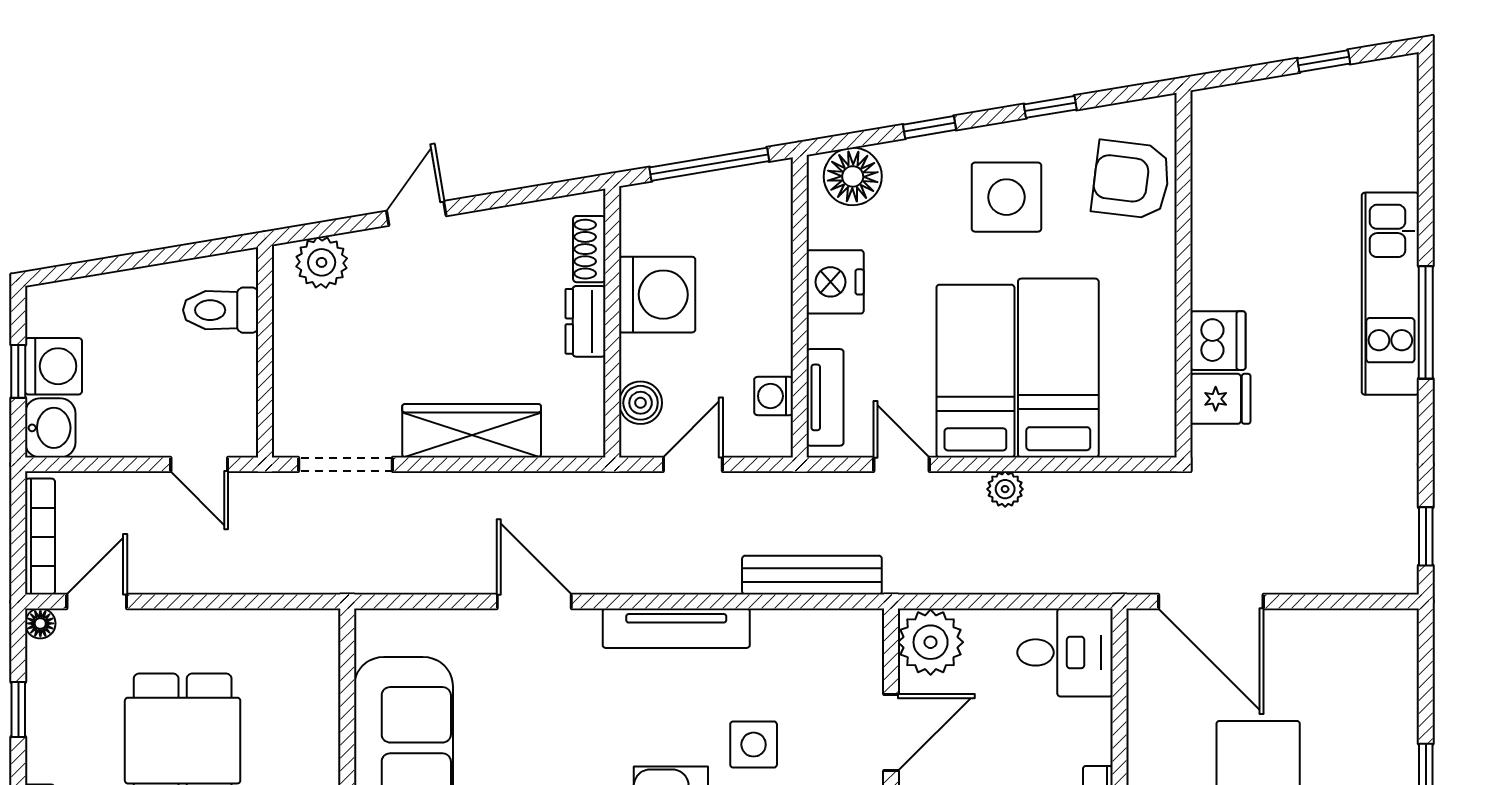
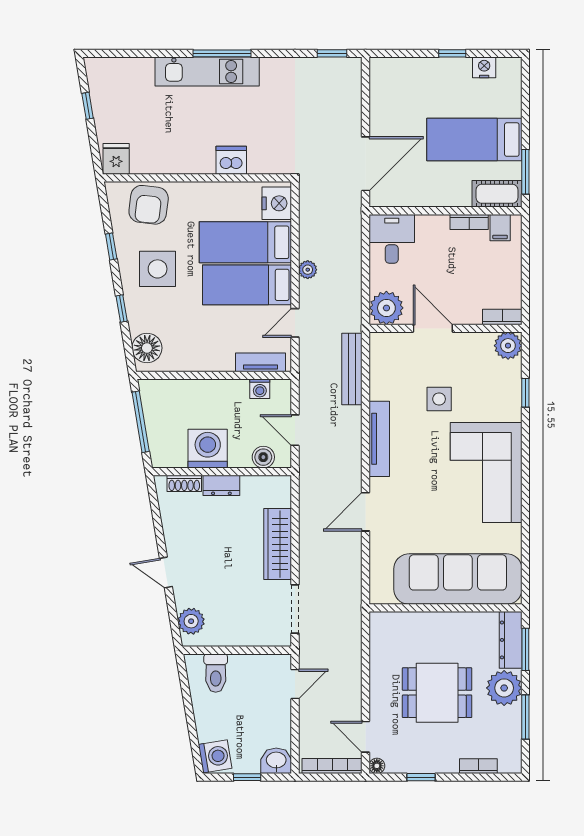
nightstand: (835, 282) -> (277, 203), moved, turned -90
washing machine: (53, 366) -> (215, 756), moved, turned 80
fridge: (1220, 399) -> (116, 159), moved

